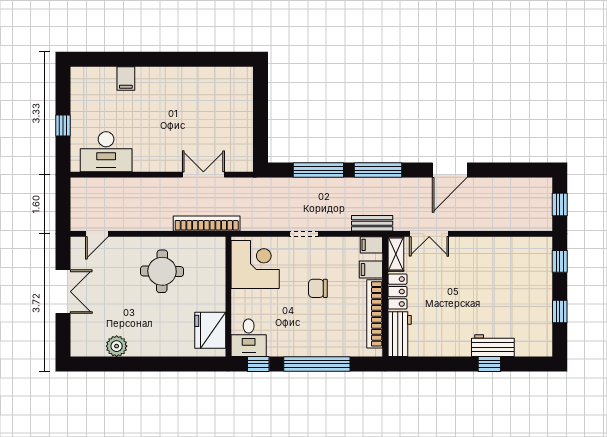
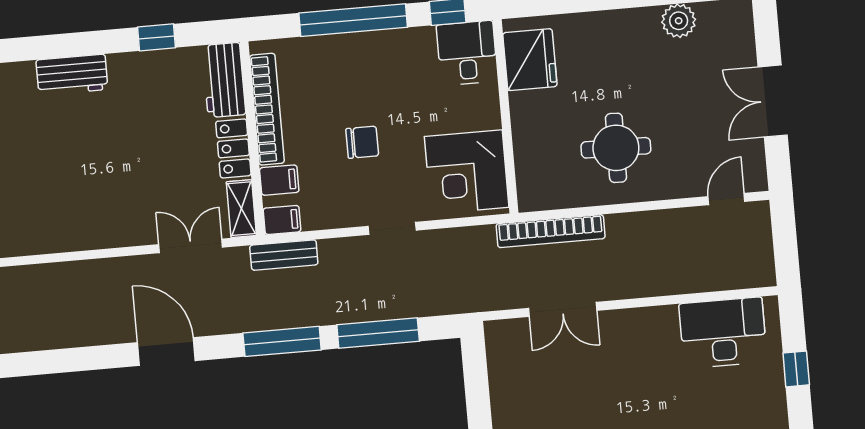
door: (450, 170) -> (166, 352), hinge flipped
window: (489, 364) -> (156, 37), moved

